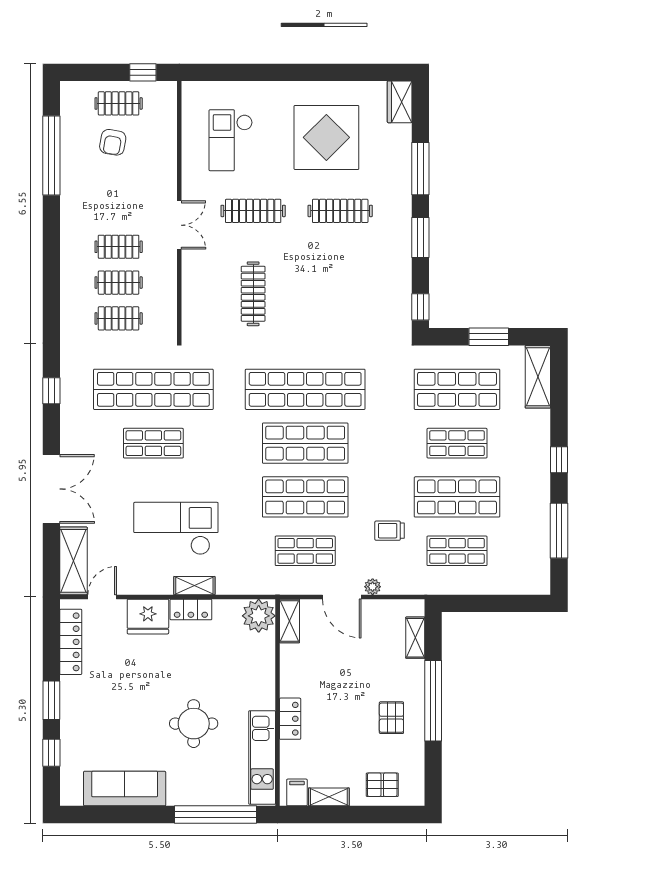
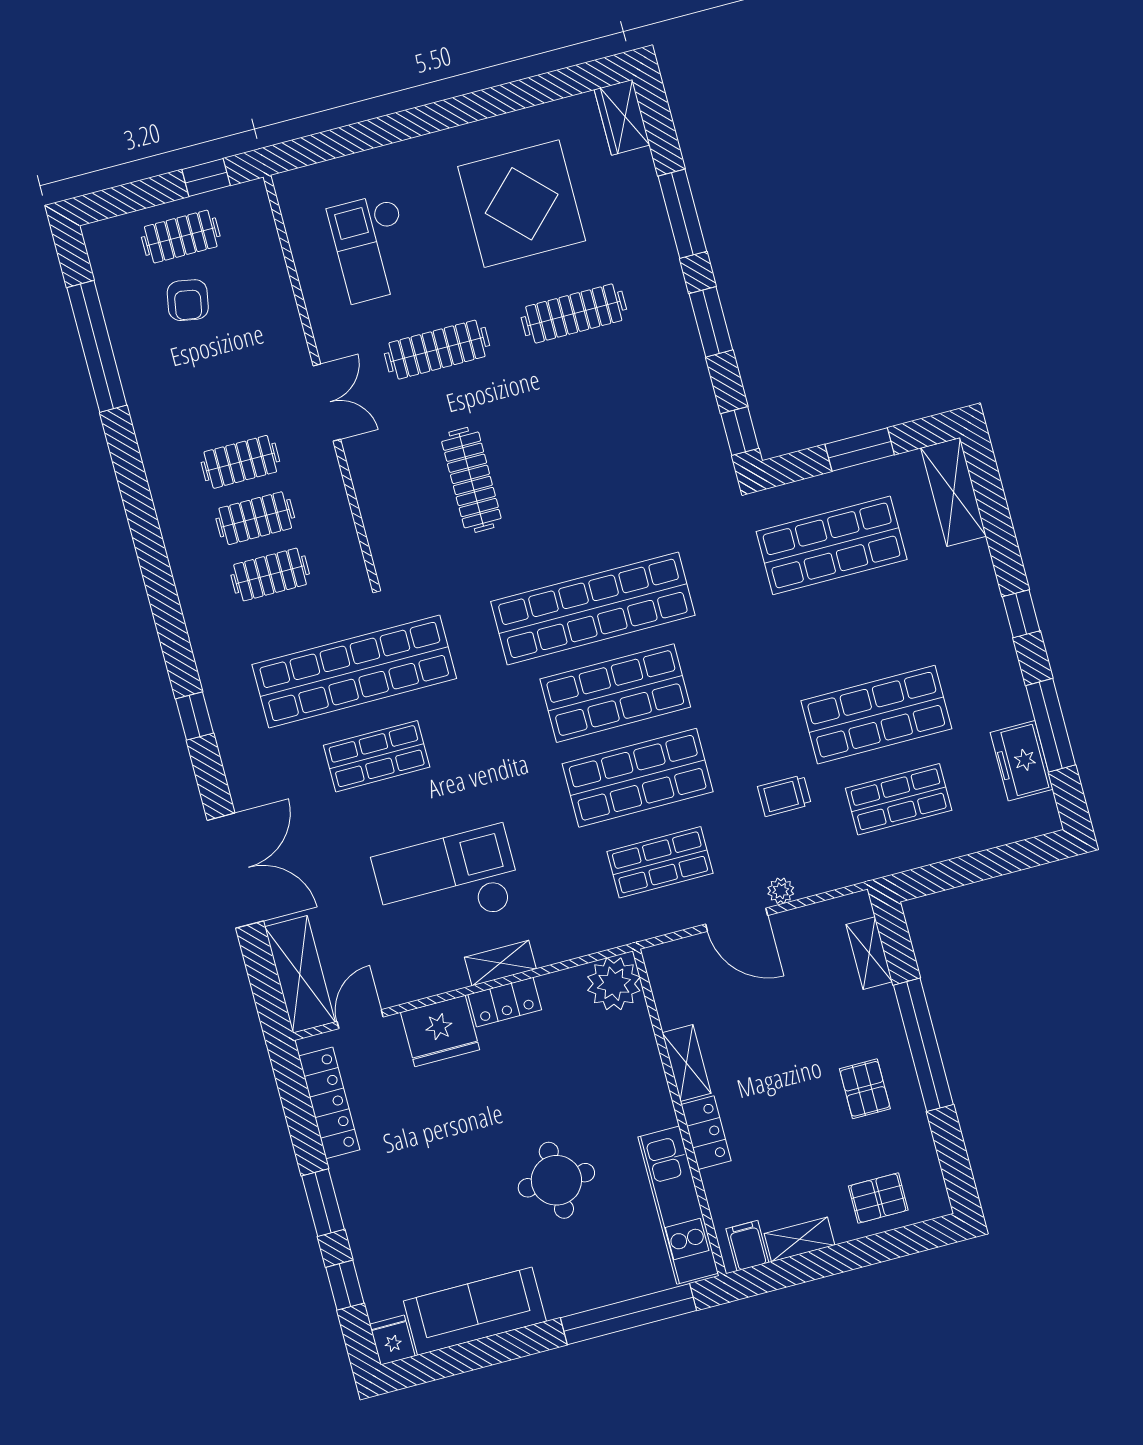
shop shelf: (457, 443) -> (854, 630), removed
freezer: (536, 547) -> (1022, 761), added
shelving: (289, 621) -> (687, 1063), moved
fridge: (71, 793) -> (392, 1340), added

